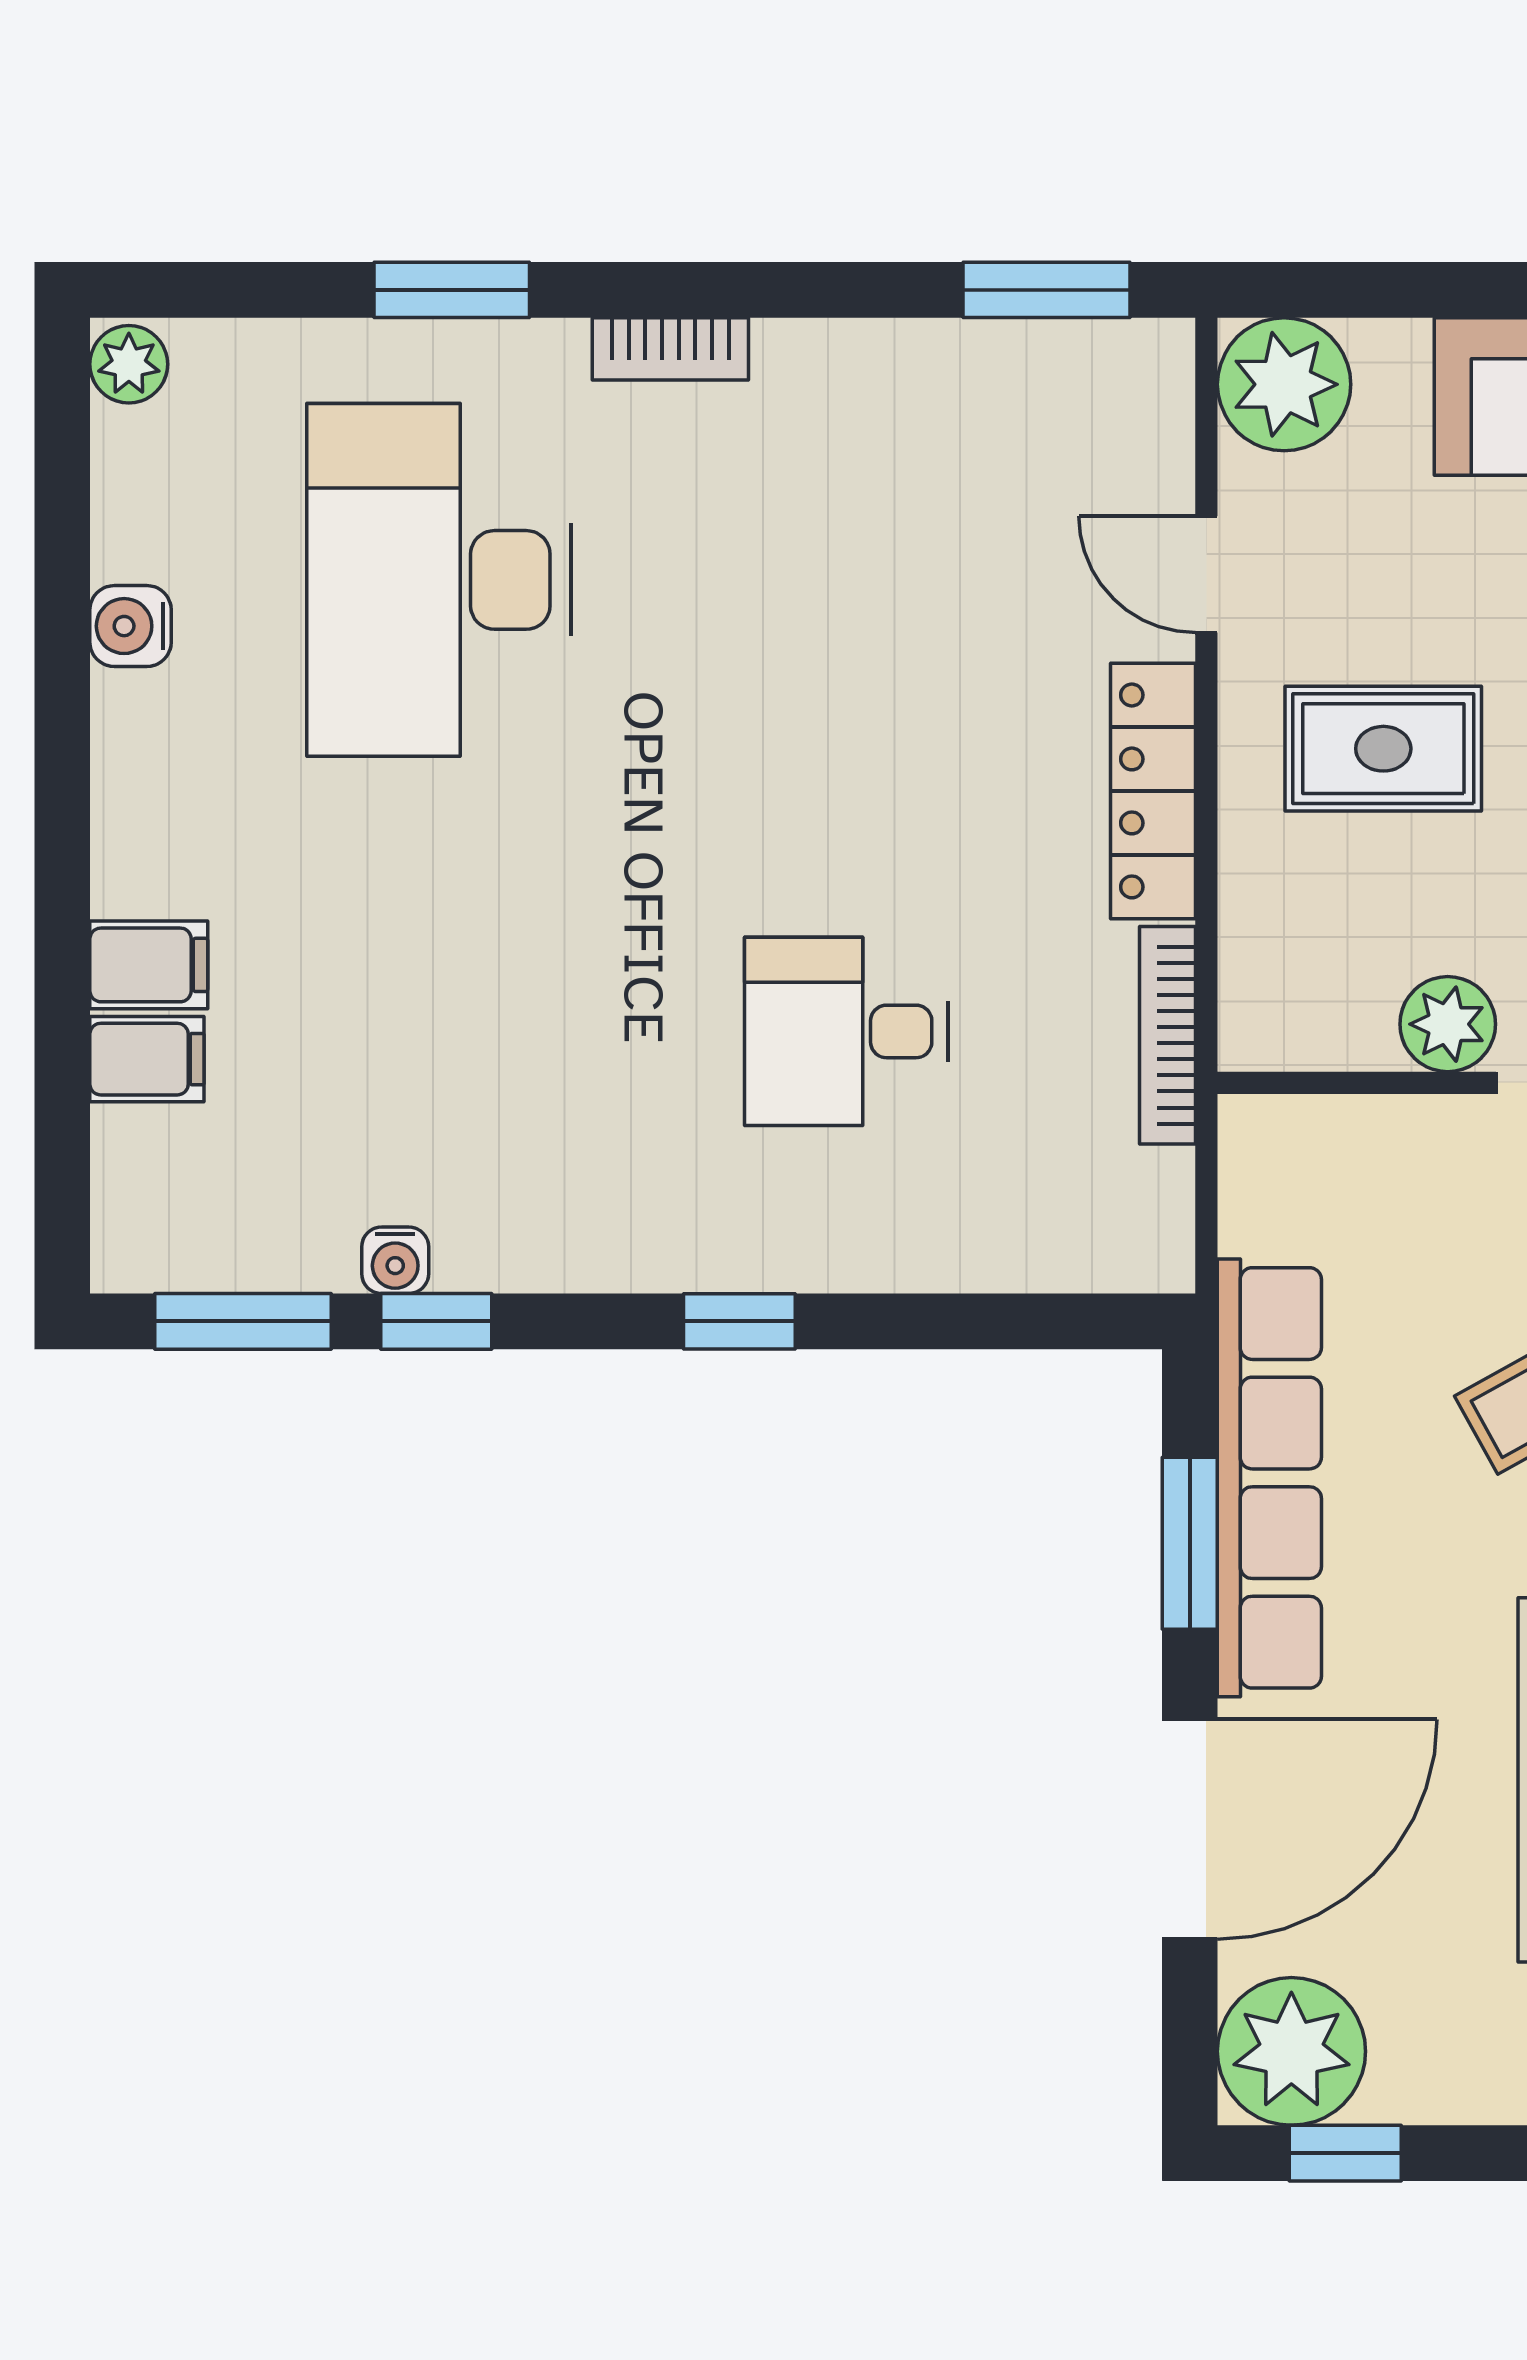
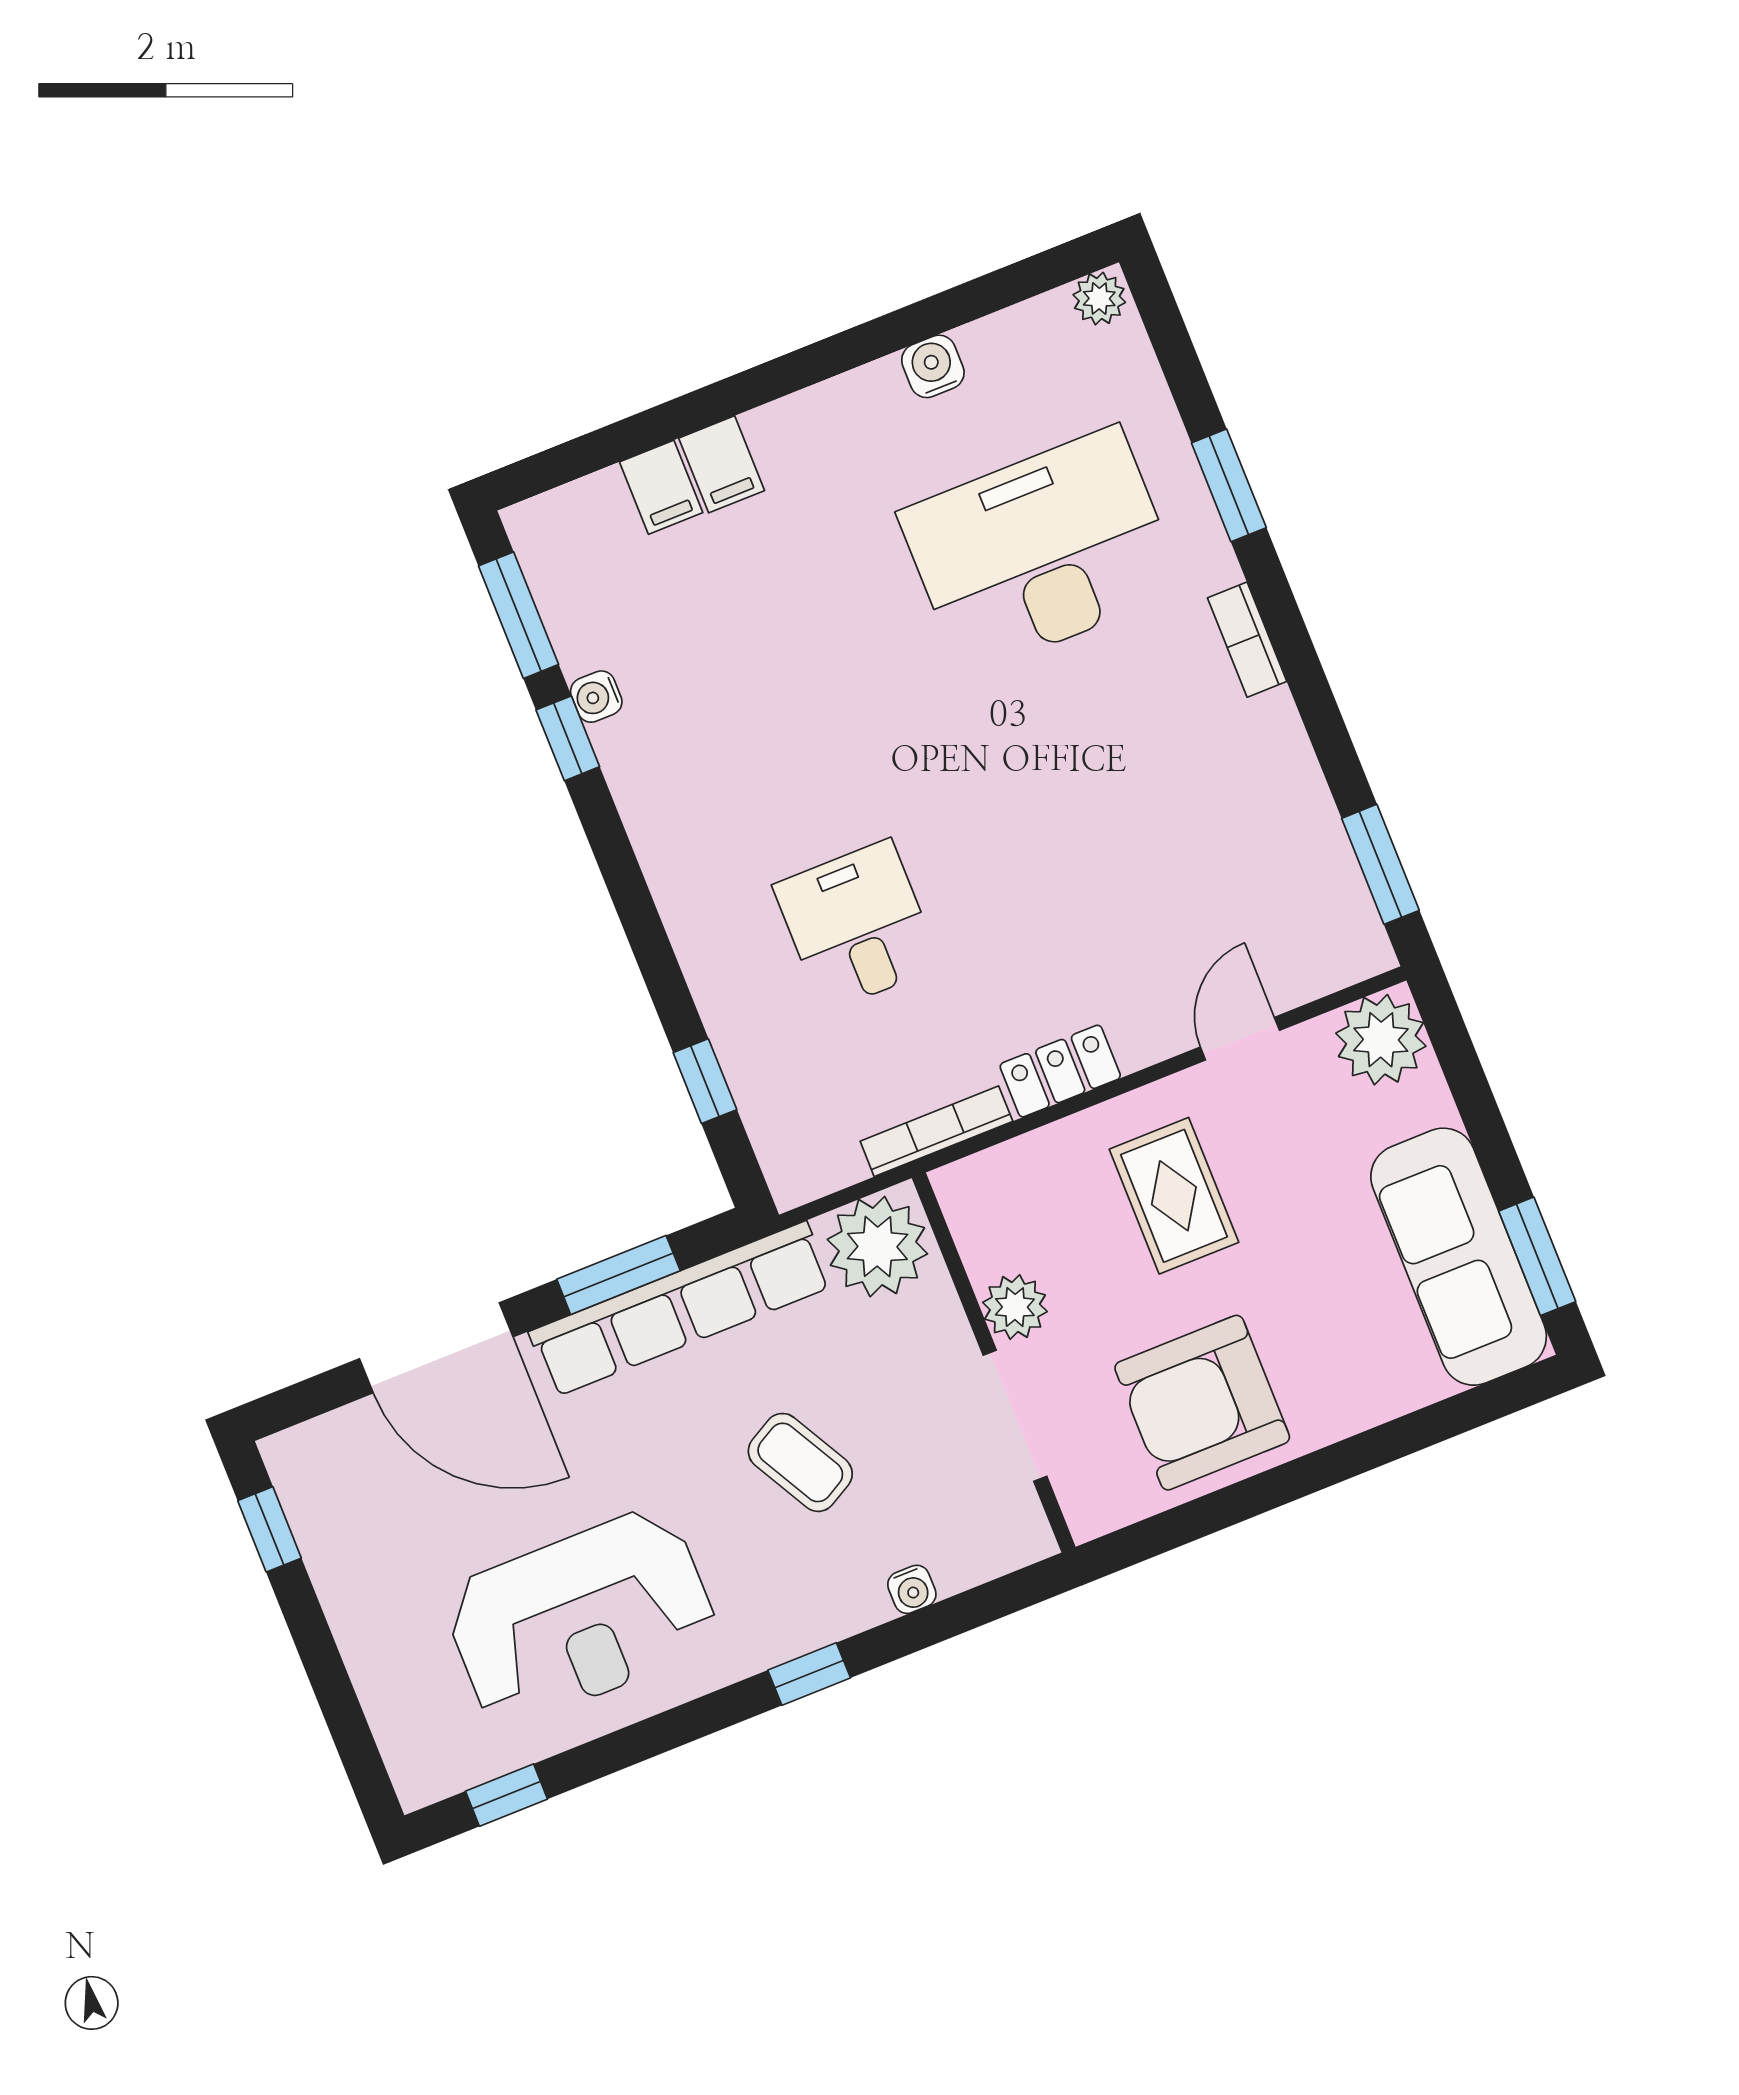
locker: (1153, 791) -> (1060, 1071), width x0.66
window: (739, 1321) -> (705, 1081), moved
plant: (1291, 2051) -> (877, 1247), moved

